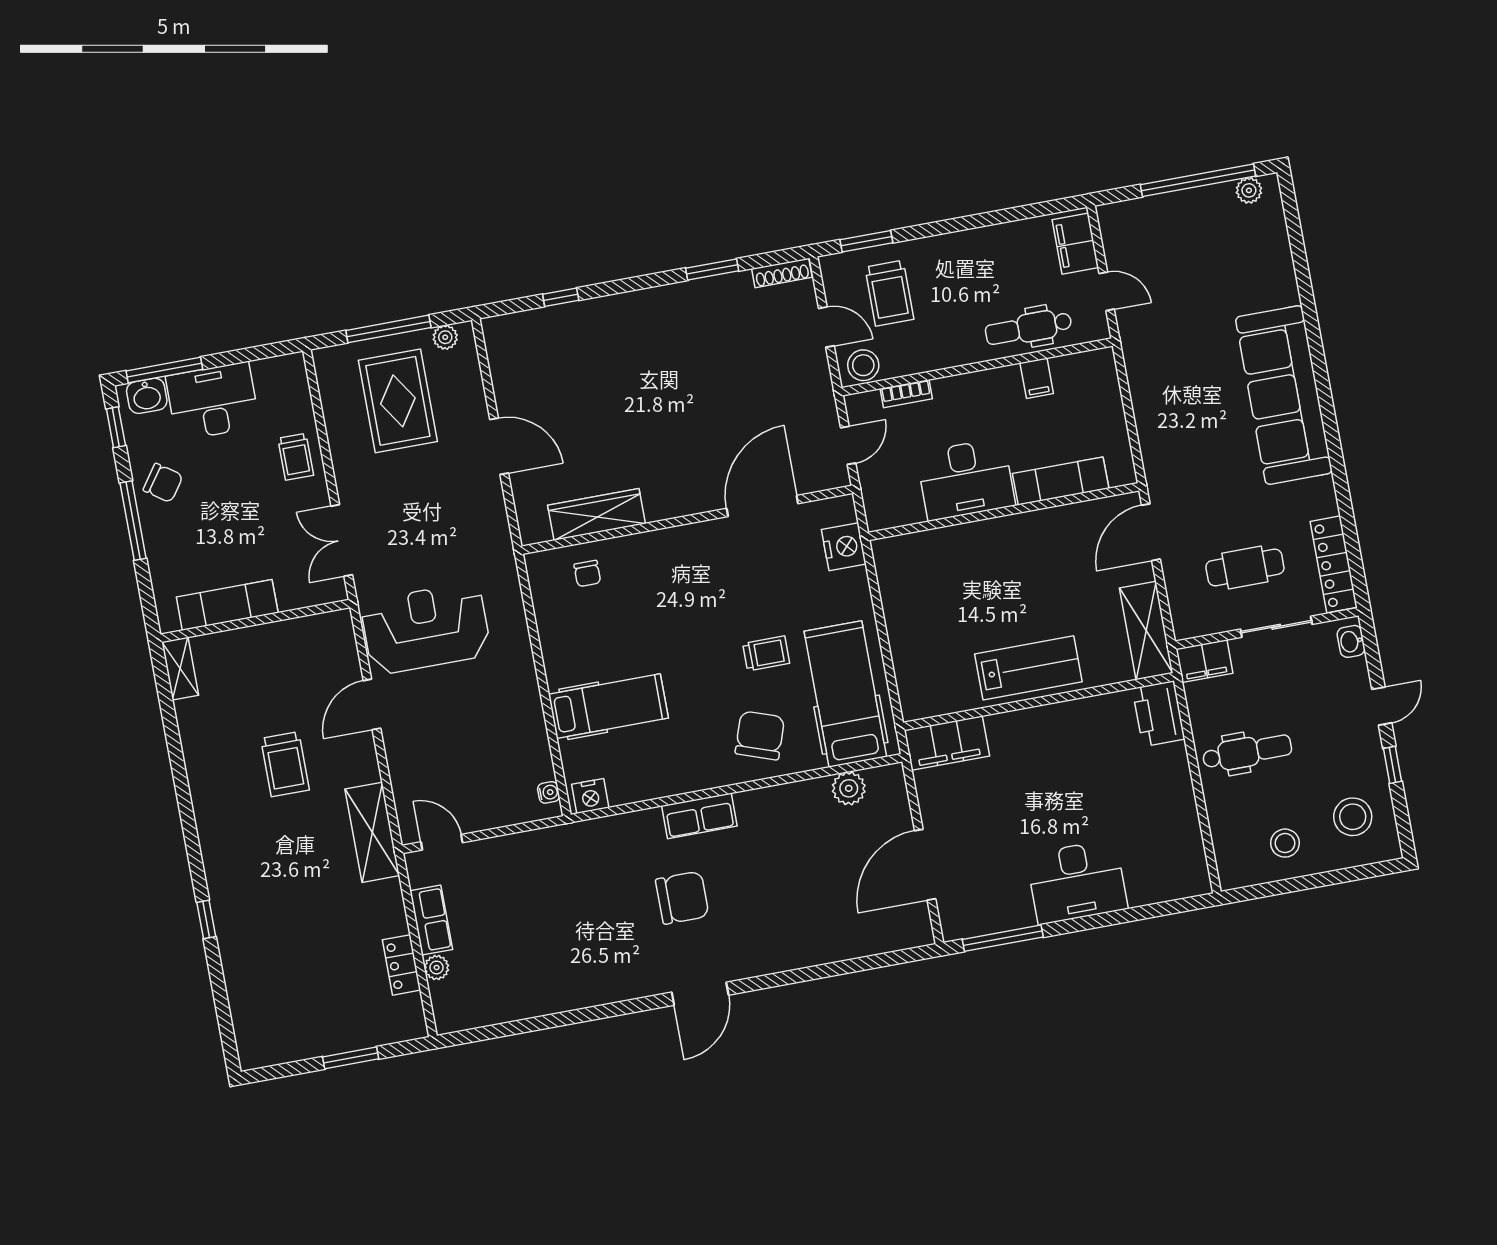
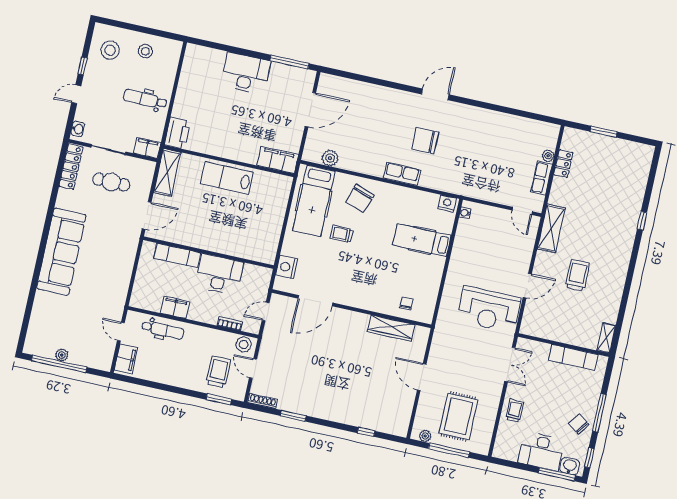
plant: (1249, 190) -> (62, 355), moved
filing cabinet: (1037, 378) -> (175, 307), width x2.00

